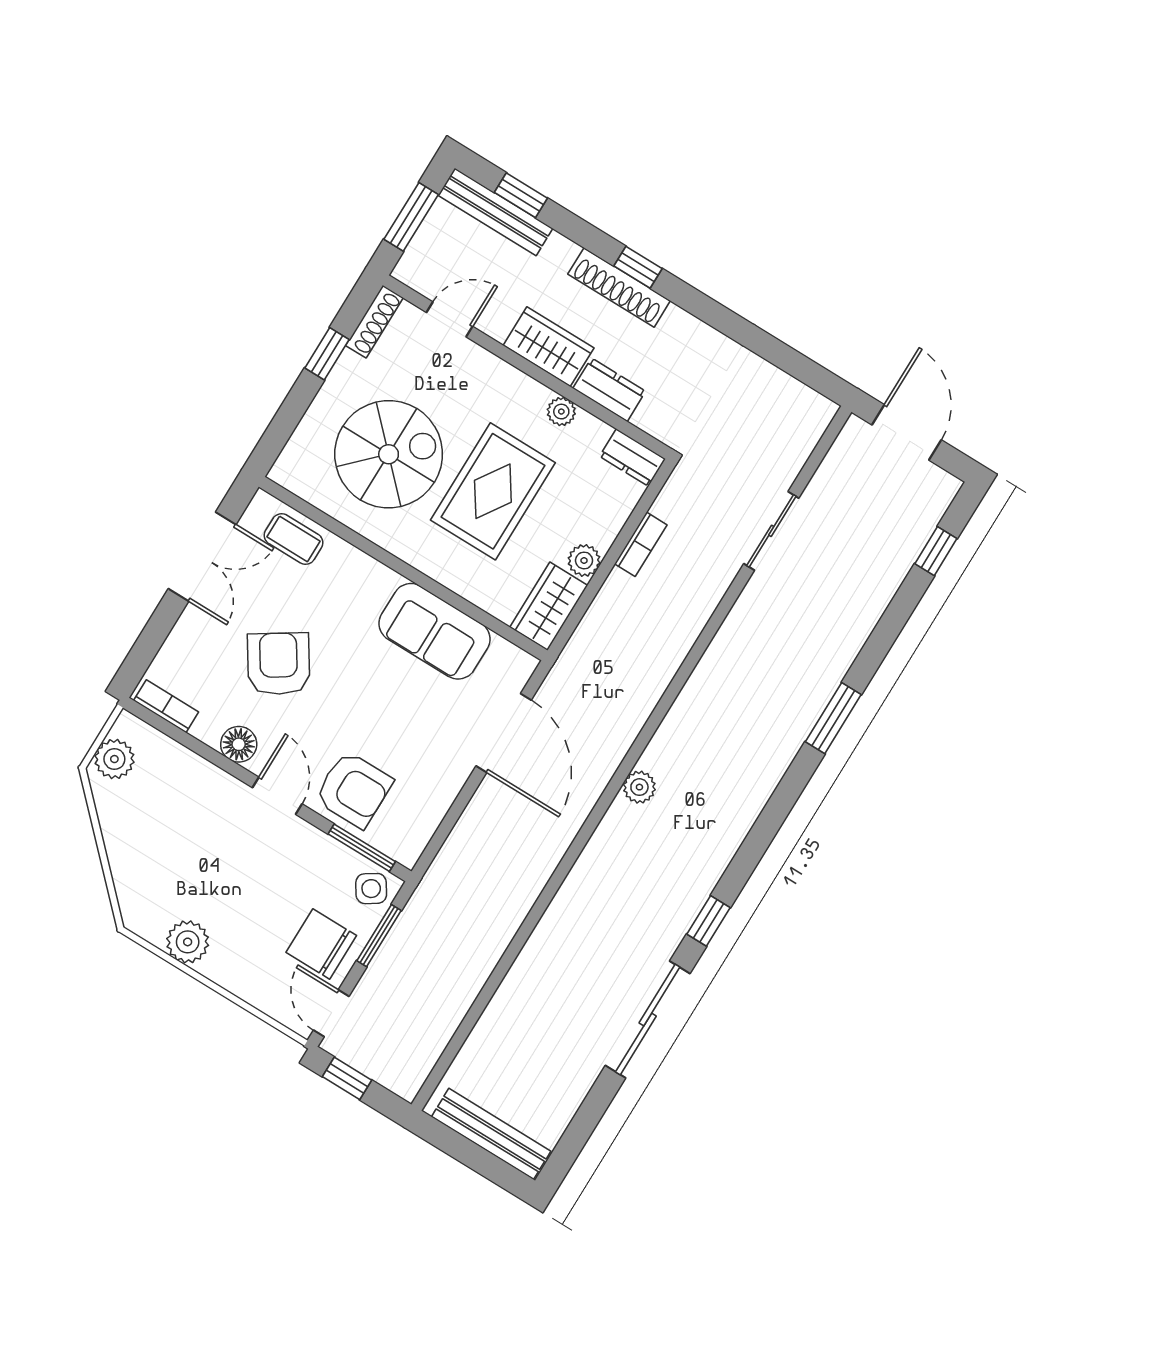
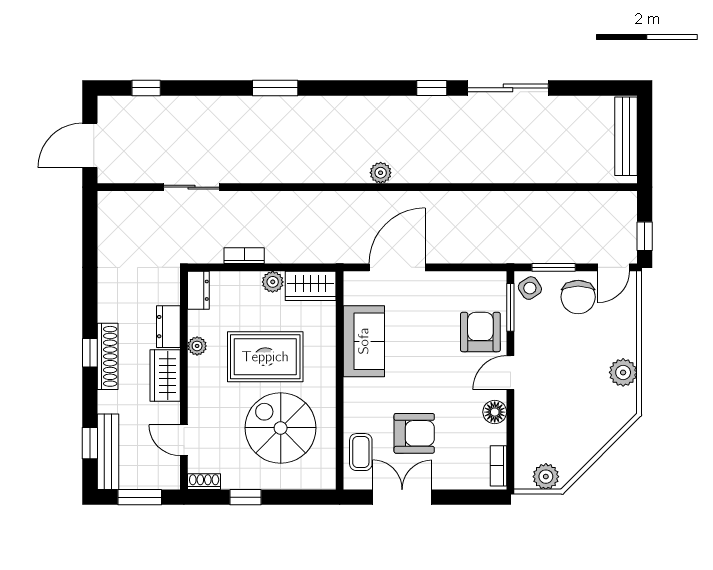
shoe rack: (374, 322) -> (204, 482), width x0.70
armchair: (279, 664) -> (414, 433), moved, turned -147

